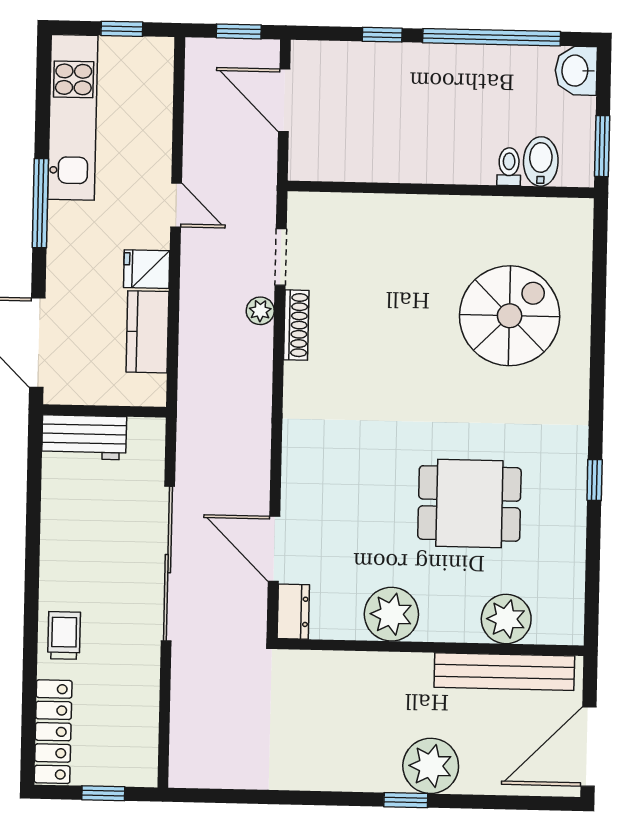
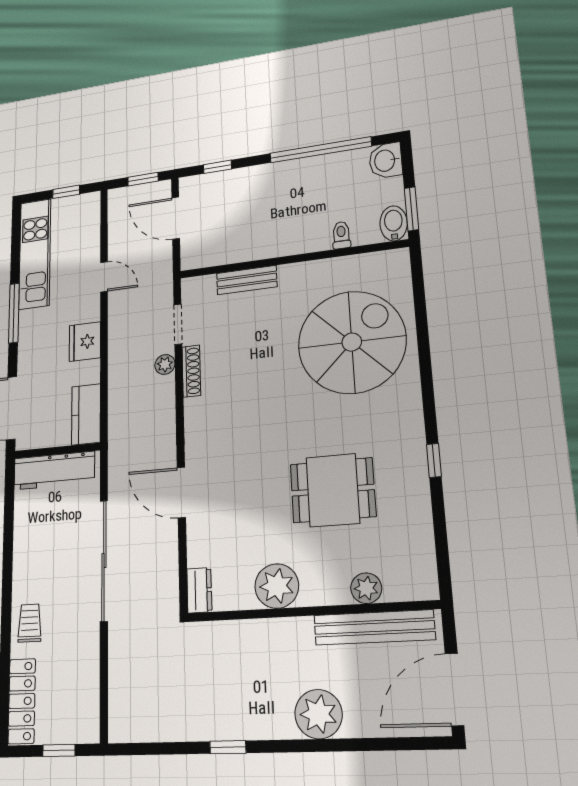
window: (382, 35) -> (217, 167), moved
bidet: (541, 161) -> (394, 223), moved
door: (176, 205) -> (104, 277), moved
bench: (379, 209) -> (247, 280), added
fridge: (147, 269) -> (85, 342), width x1.38
spiral stairs: (510, 316) -> (352, 342), width x1.37, depth x1.37
kitchen counter: (147, 332) -> (86, 414), moved
workbench: (84, 437) -> (54, 470), width x1.38
door: (274, 549) -> (181, 492), moved
plant: (506, 619) -> (366, 588), width x0.73, depth x0.73
window: (406, 800) -> (228, 747), moved

